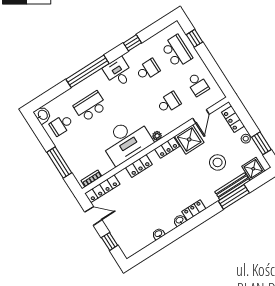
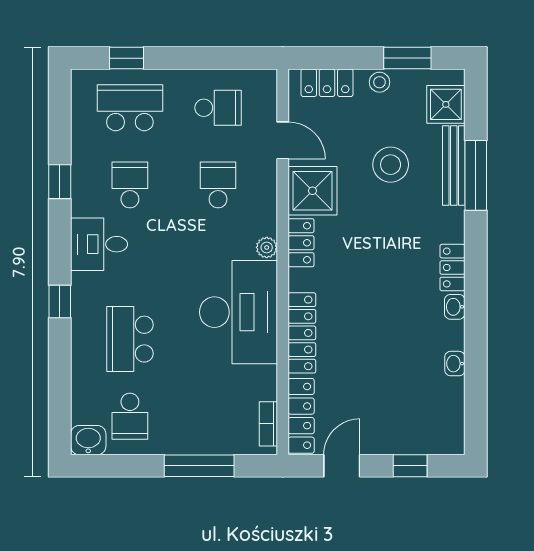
window: (88, 71) -> (60, 301), width x0.32
locker: (139, 166) -> (302, 333), width x1.53

